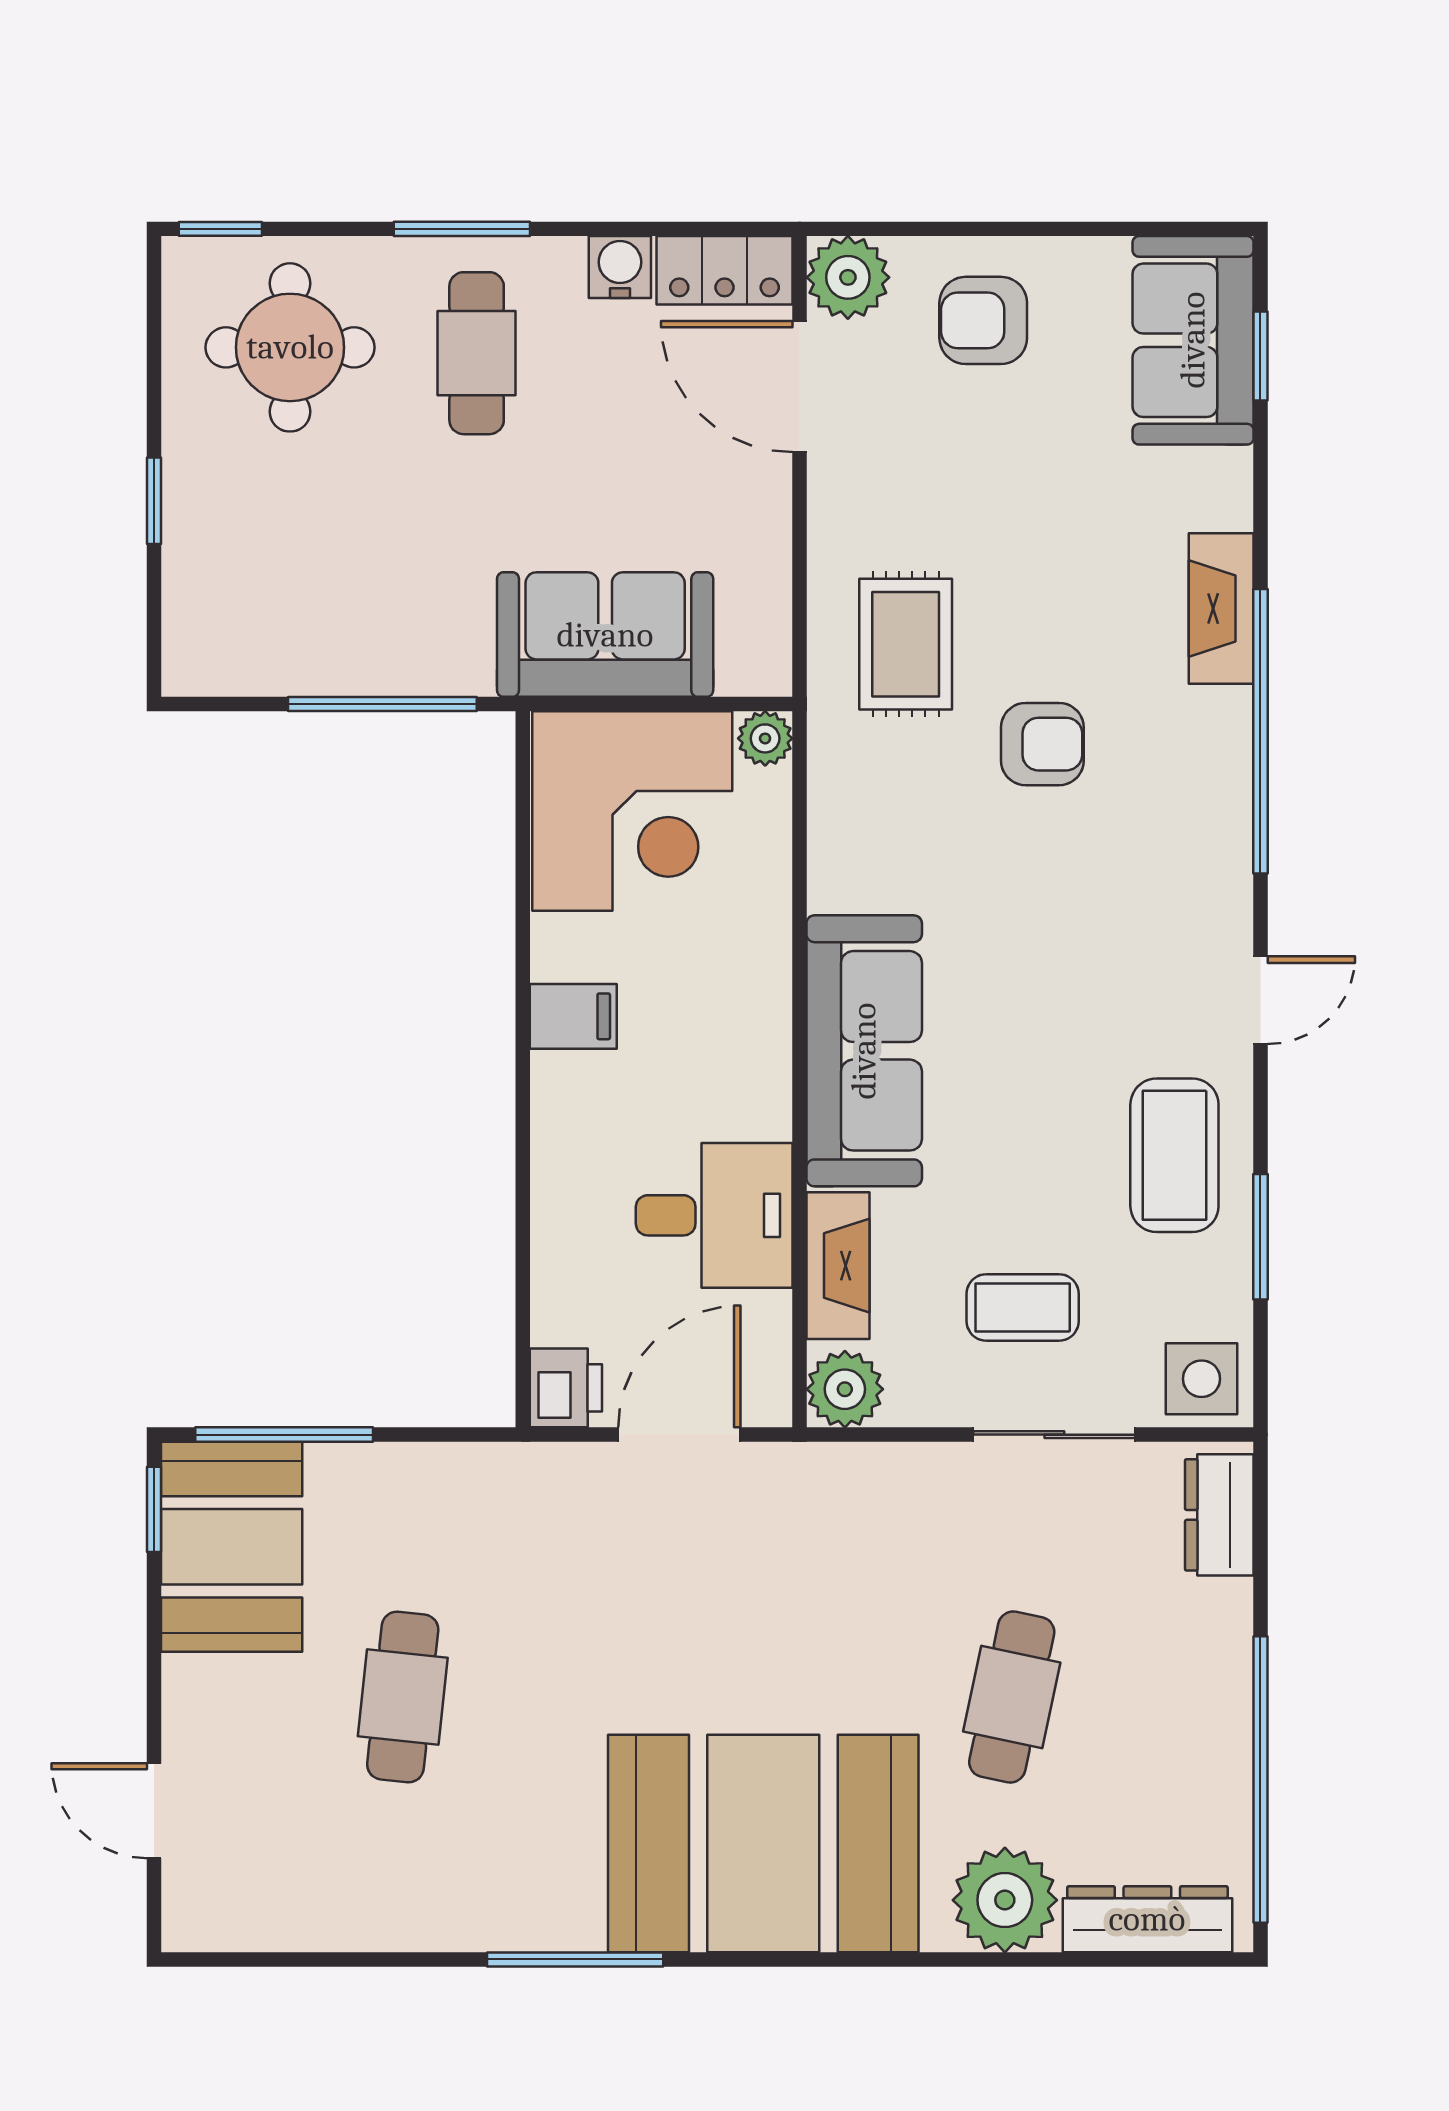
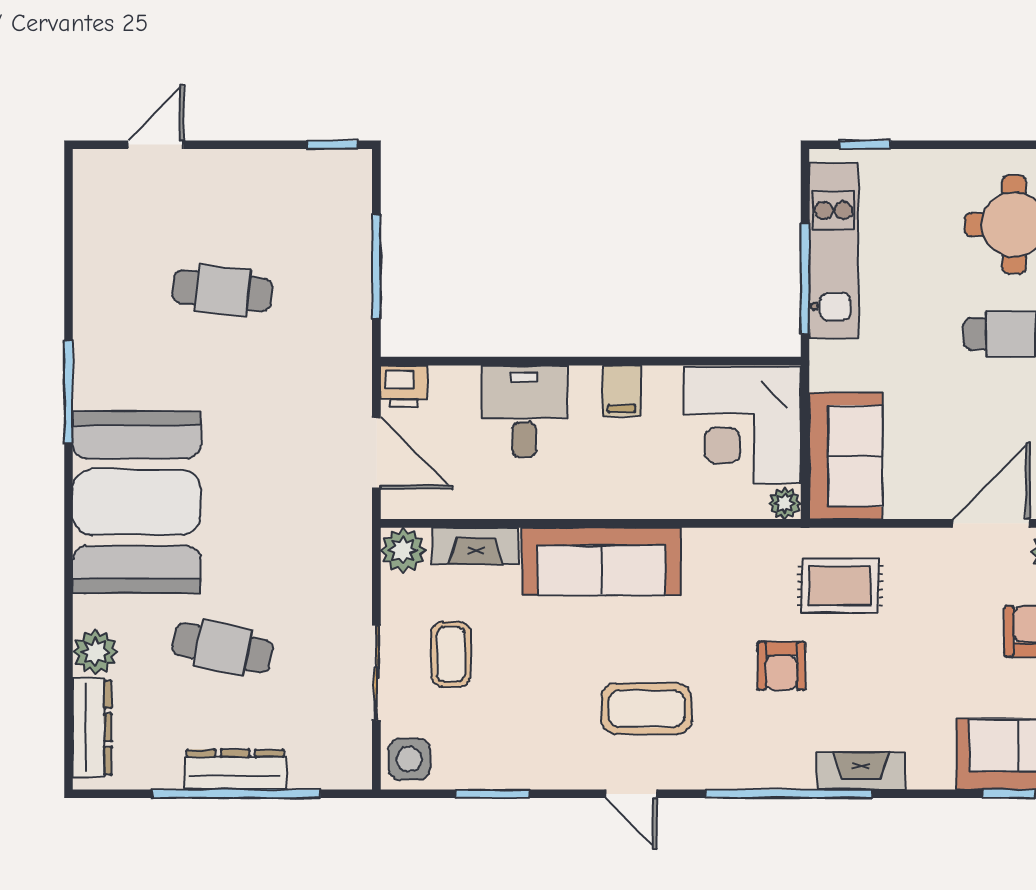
window: (154, 501) -> (865, 145), moved
sofa: (605, 635) -> (846, 456), moved
kitchen unit: (334, 655) -> (834, 251), added
coffee table: (1174, 1155) -> (647, 709), moved
desk: (714, 1215) -> (524, 411), moved, turned 180
window: (284, 1435) -> (376, 267), moved
dresser: (1219, 1515) -> (235, 770), moved, width x1.44
booth: (232, 1547) -> (311, 190), removed
window: (1260, 1780) -> (236, 794), moved
plant: (1005, 1900) -> (95, 652), width x0.73, depth x0.73

